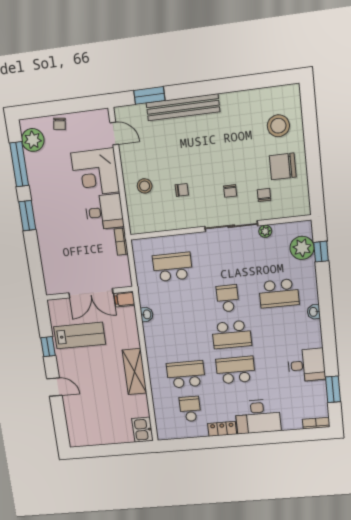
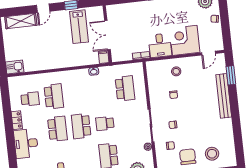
school desk: (228, 298) -> (105, 123), turned 180
shelving: (134, 372) -> (21, 21), moved

